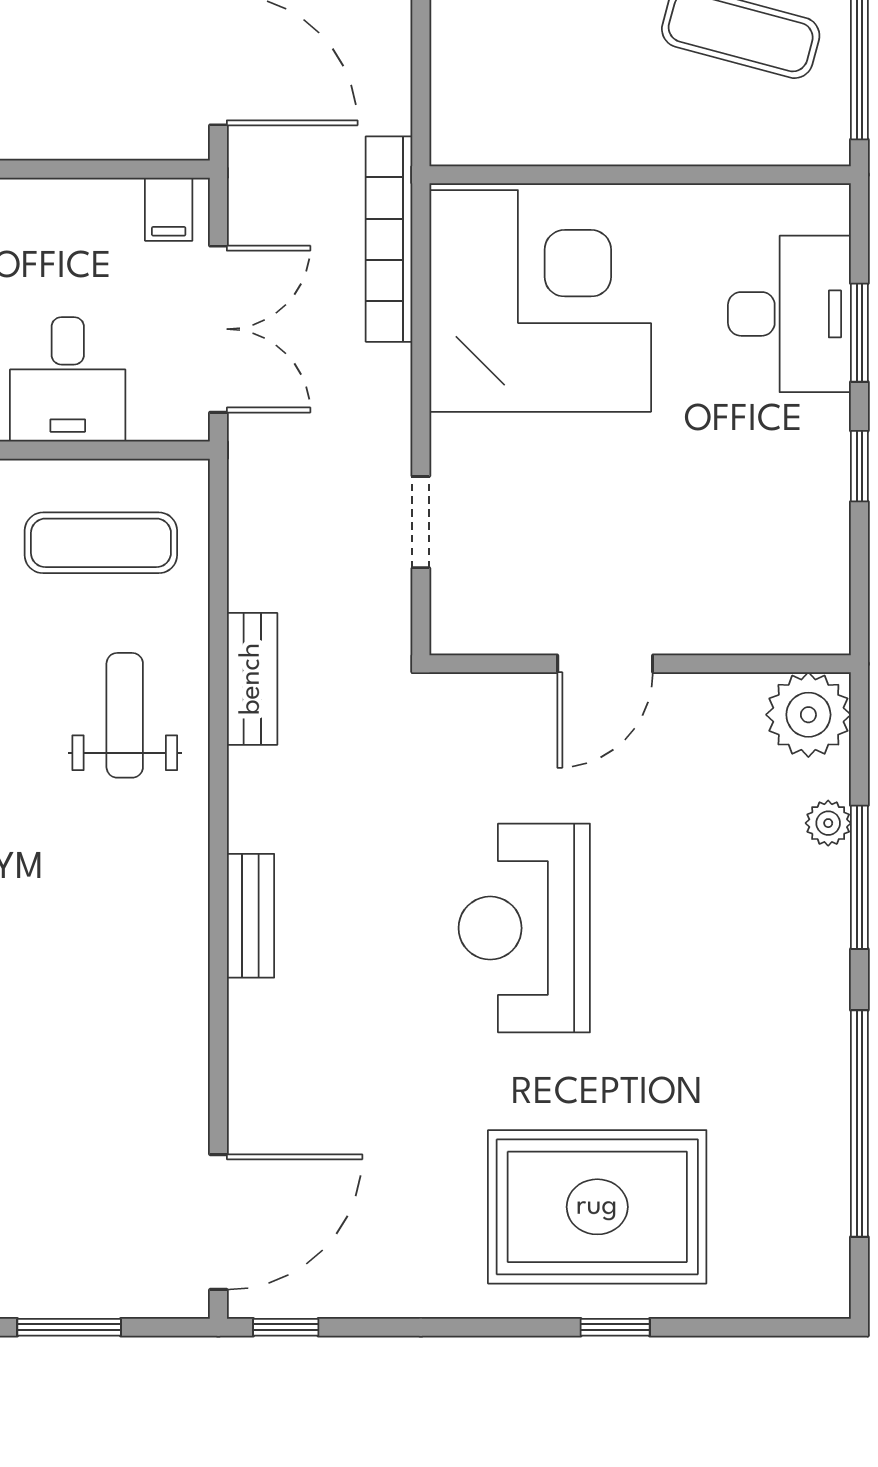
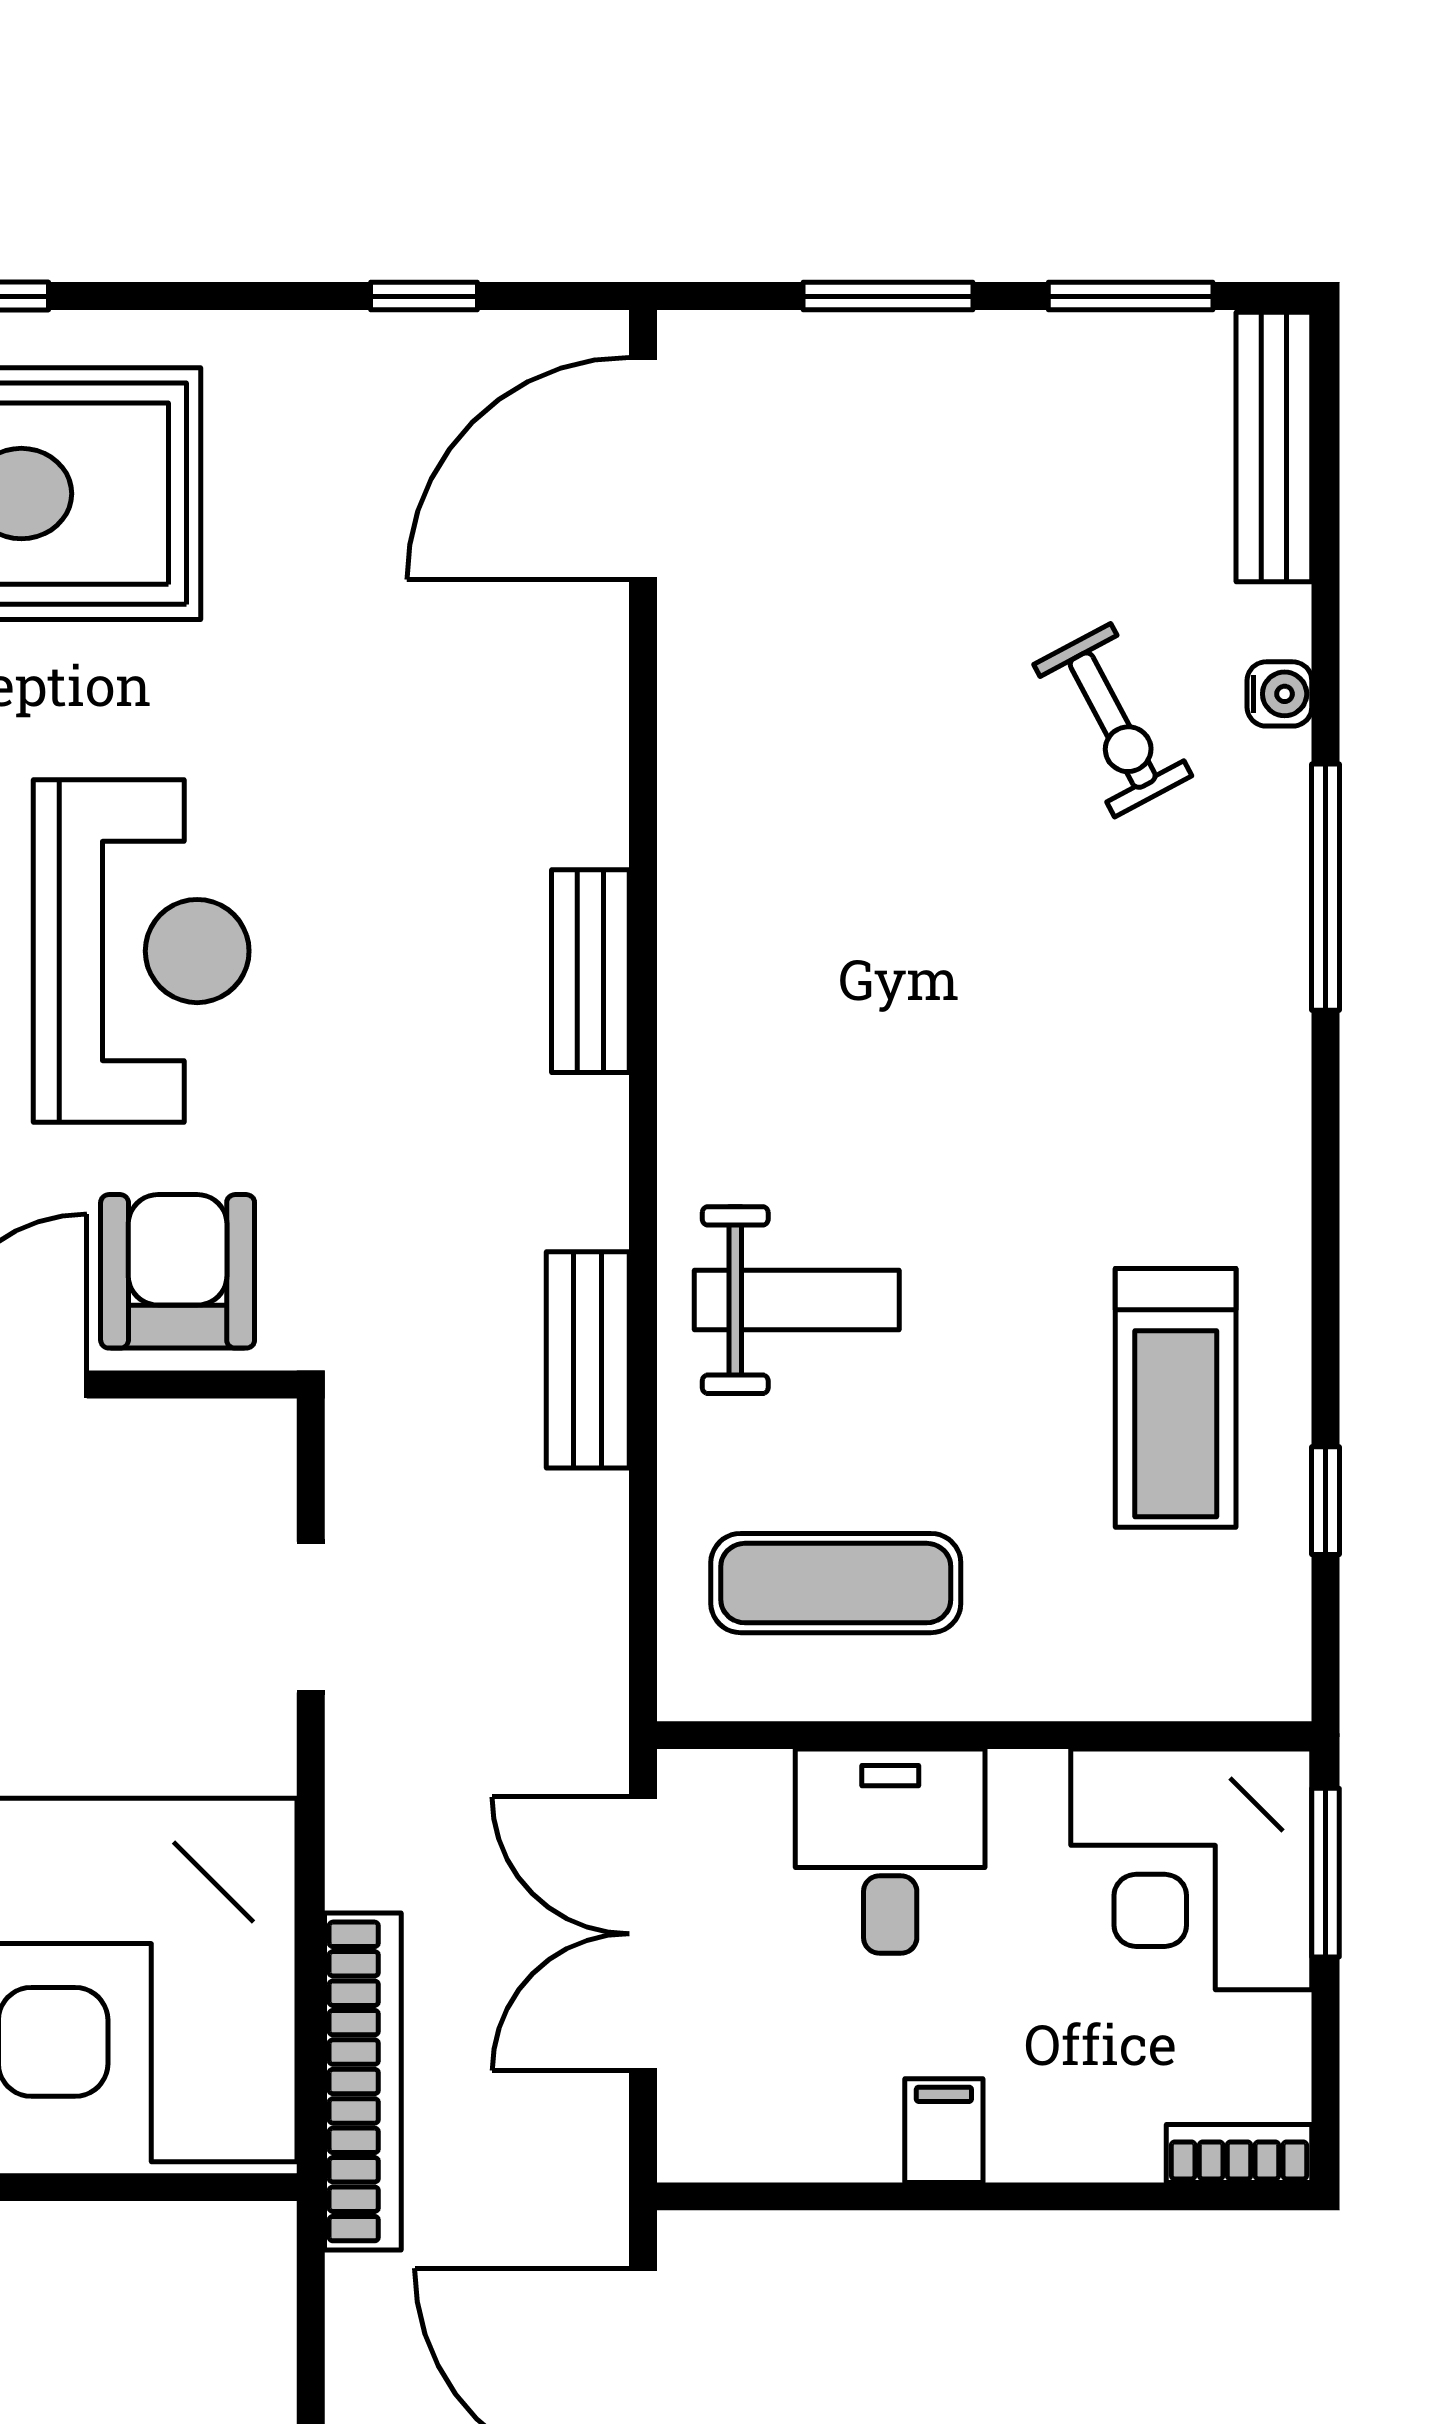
filing cabinet: (169, 209) -> (944, 2131), moved
weight bench: (125, 715) -> (797, 1300), turned -90
armchair: (502, 733) -> (178, 1271), added
window: (286, 1327) -> (424, 296), moved

